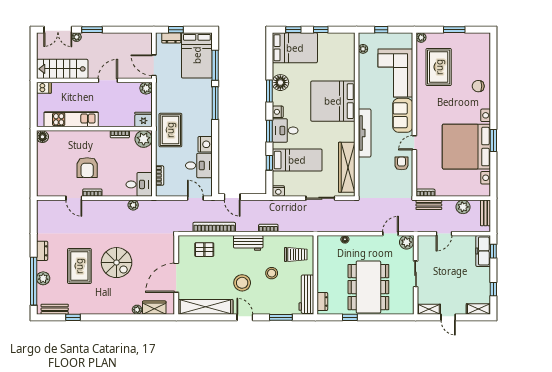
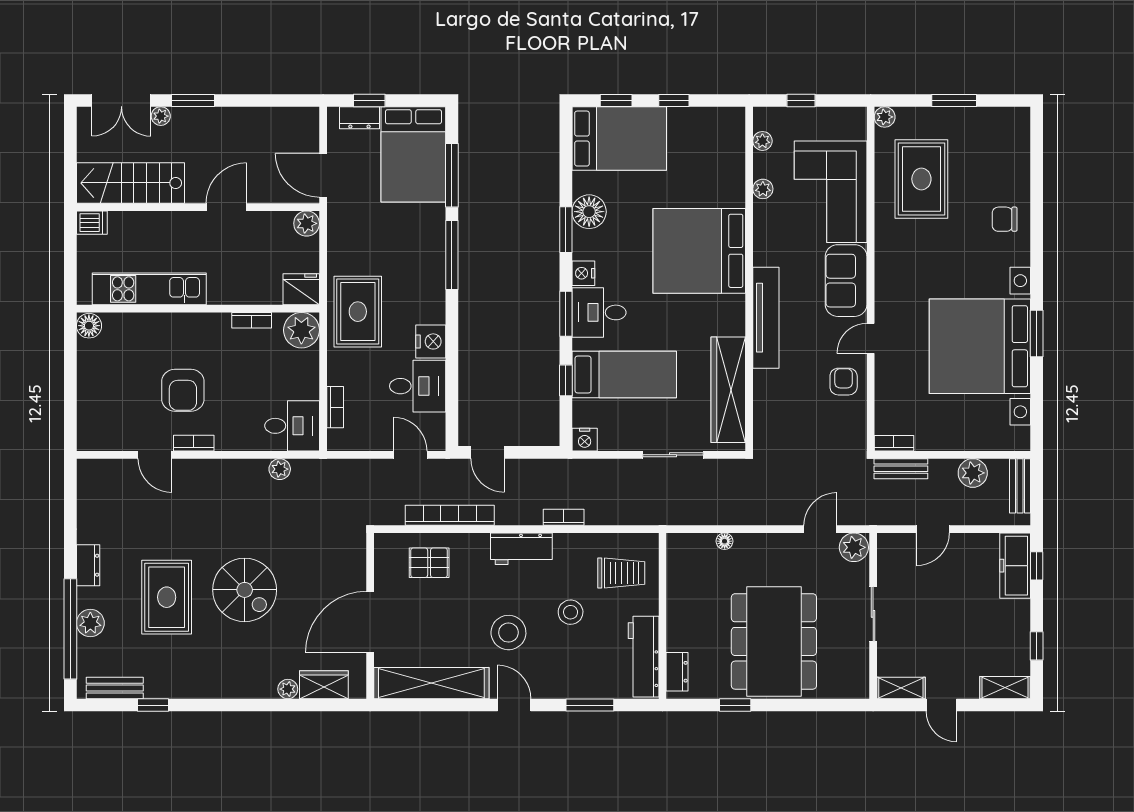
plant: (363, 72) -> (763, 189), added

